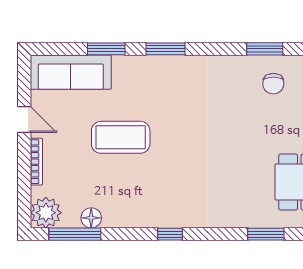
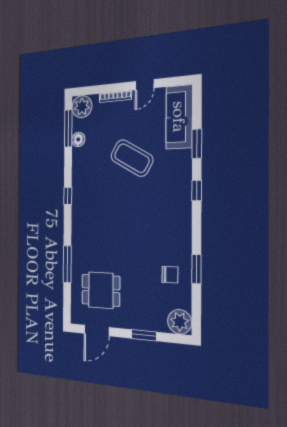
window: (166, 49) -> (197, 191), width x0.67
chair: (273, 84) -> (170, 275), turned 180
coffee table: (121, 137) -> (132, 158), turned -60
window: (266, 234) -> (67, 264), width x1.44

